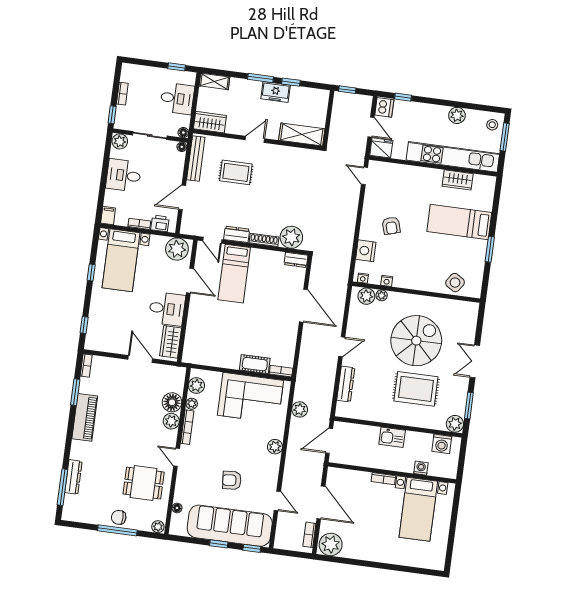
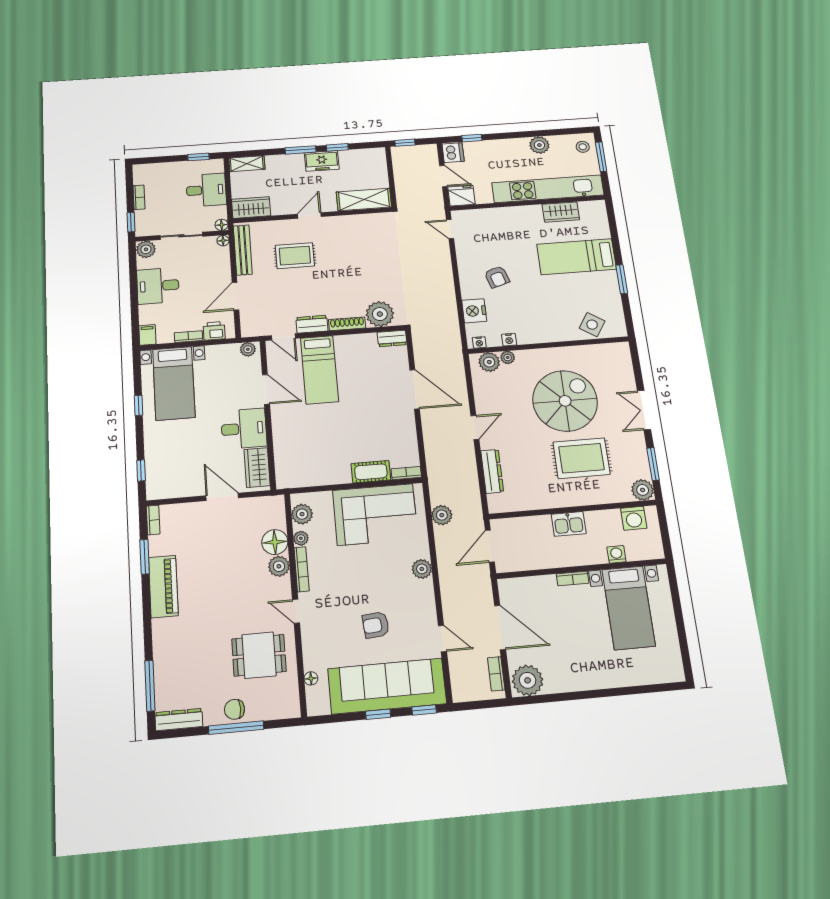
plant: (177, 249) -> (248, 349), width x0.53, depth x0.53
dresser: (73, 477) -> (179, 720), moved, turned -90
plant: (158, 527) -> (290, 710), removed

